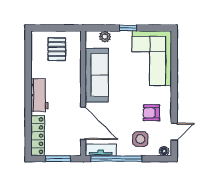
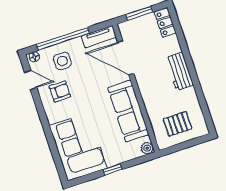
plant: (105, 37) -> (147, 148), moved
pallet: (57, 49) -> (178, 124), turned 90
door: (174, 132) -> (31, 80), swing flipped
locker: (38, 136) -> (165, 23), width x0.66
window: (116, 159) -> (63, 39), moved

